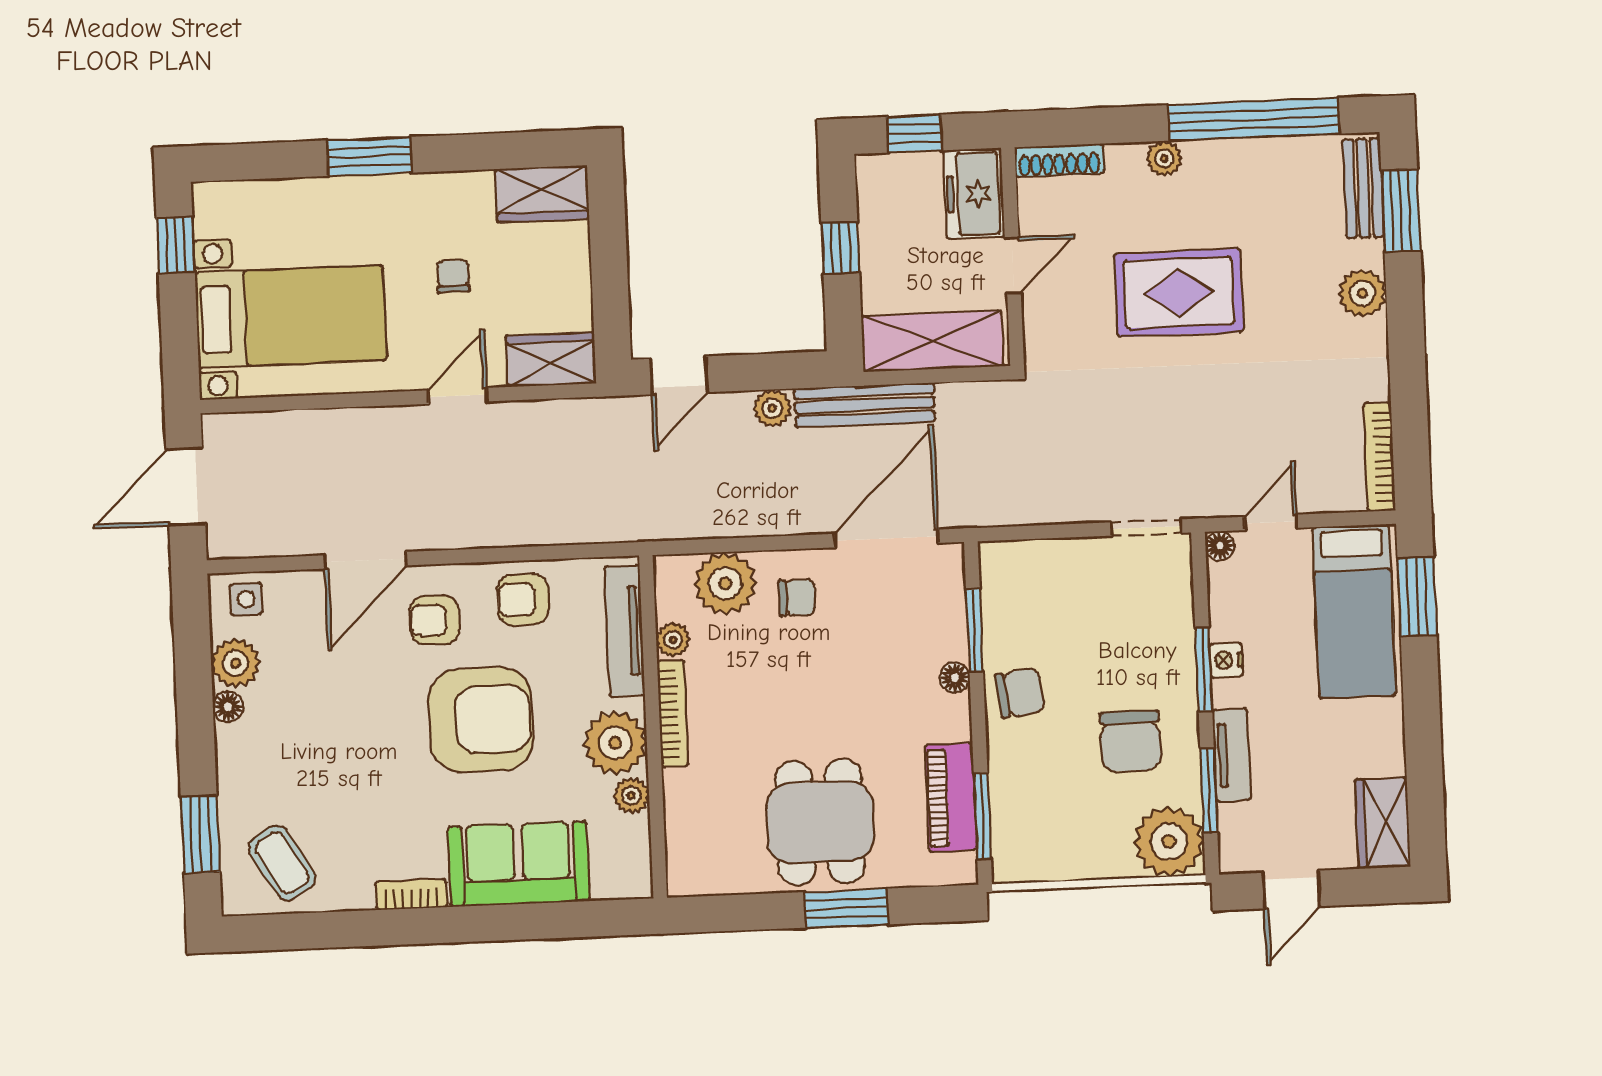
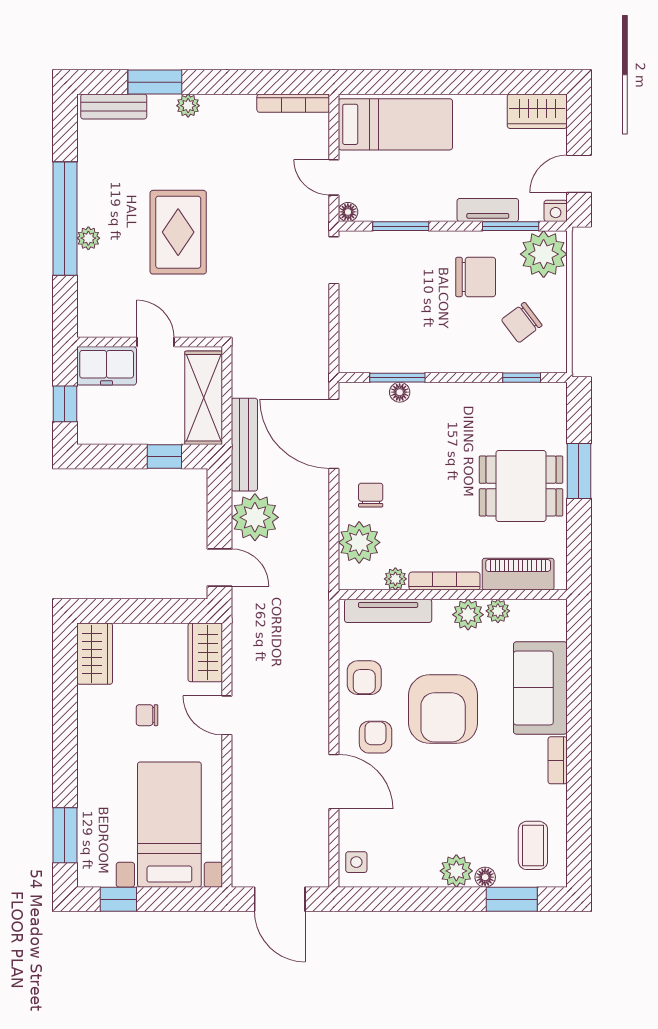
window: (1254, 119) -> (65, 219), moved
window: (369, 156) -> (65, 835), moved
shoe rack: (1059, 160) -> (87, 308), removed
window: (1401, 210) -> (155, 82), moved
window: (840, 248) -> (164, 456), moved
plant: (1362, 293) -> (188, 106), width x0.73, depth x0.73
plant: (772, 408) -> (255, 517), width x1.88, depth x1.88
window: (1417, 597) -> (387, 82), removed
armchair: (435, 620) -> (376, 737), turned 180
nightstand: (1226, 660) -> (556, 211), moved
plant: (235, 663) -> (456, 871), moved
window: (1204, 669) -> (401, 226), moved
floor lamp: (955, 677) -> (400, 392), moved
chair: (1020, 693) -> (522, 323), moved, turned -120
floor lamp: (228, 707) -> (485, 877), moved
armchair: (481, 720) -> (443, 709), turned 180
plant: (615, 743) -> (468, 615), width x0.73, depth x0.73
piano: (951, 798) -> (518, 574), moved, turned 180
window: (982, 816) -> (522, 378), width x0.67
coffee table: (282, 863) -> (533, 845), turned -59
door: (1291, 889) -> (579, 174), swing flipped

